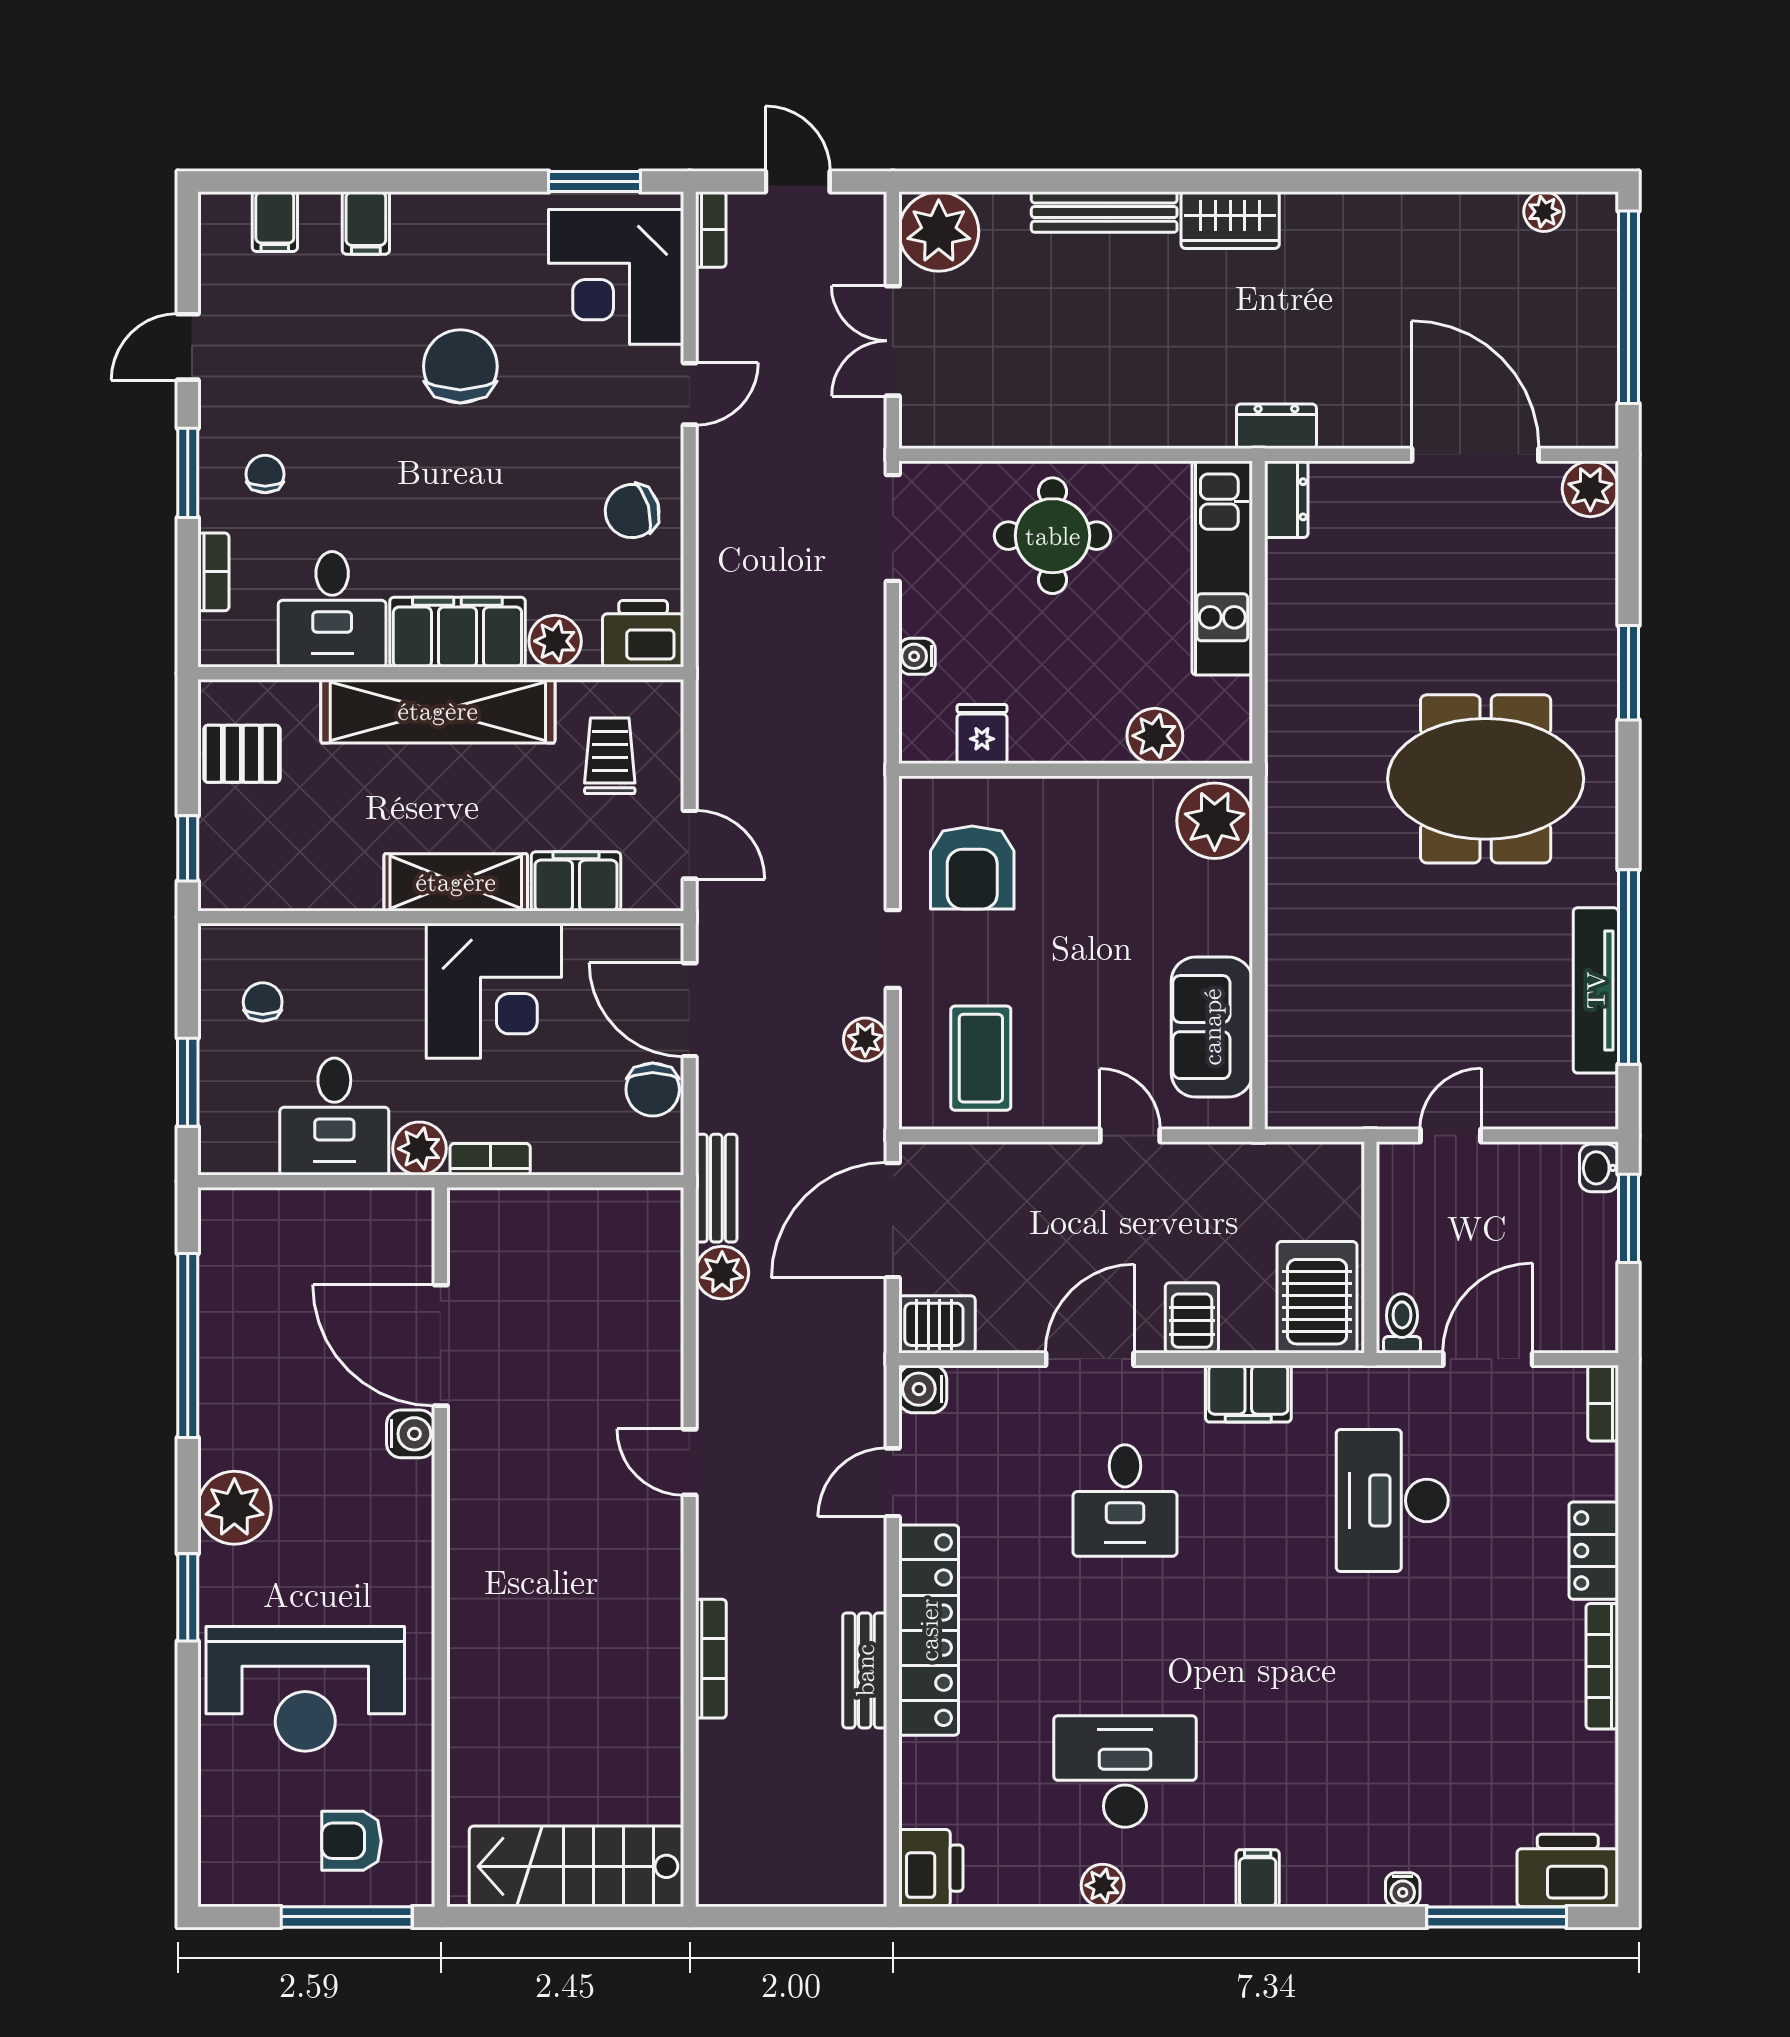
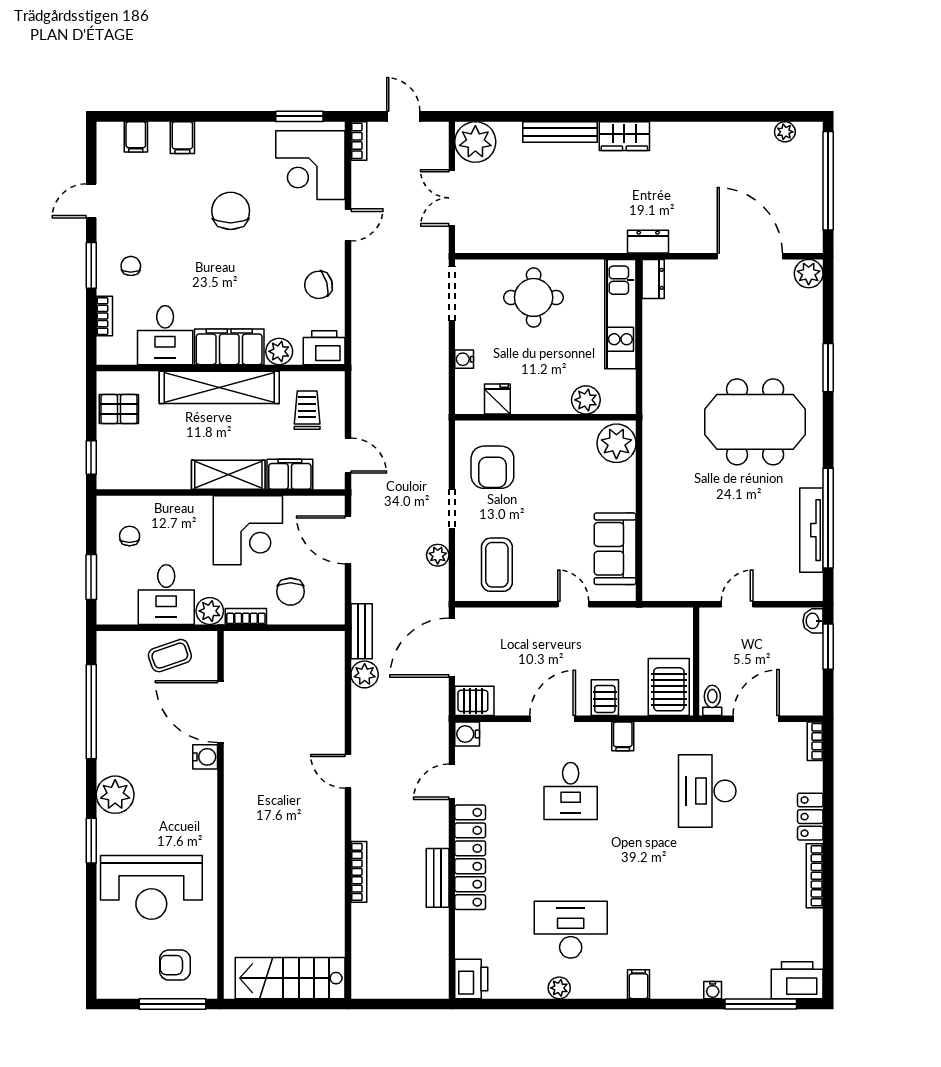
chair: (653, 1090) -> (290, 592), moved
coffee table: (341, 1236) -> (170, 656), added
filing cabinet: (1248, 1394) -> (623, 736), width x0.50

